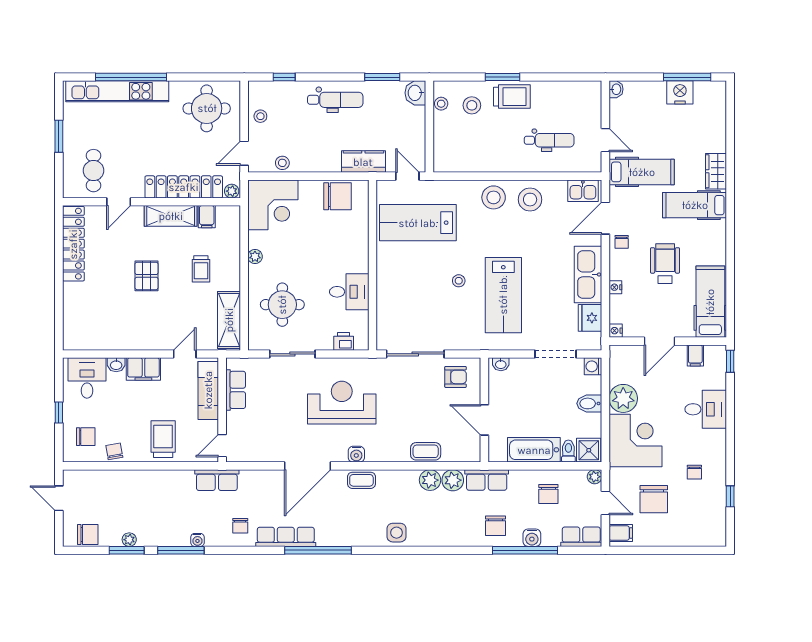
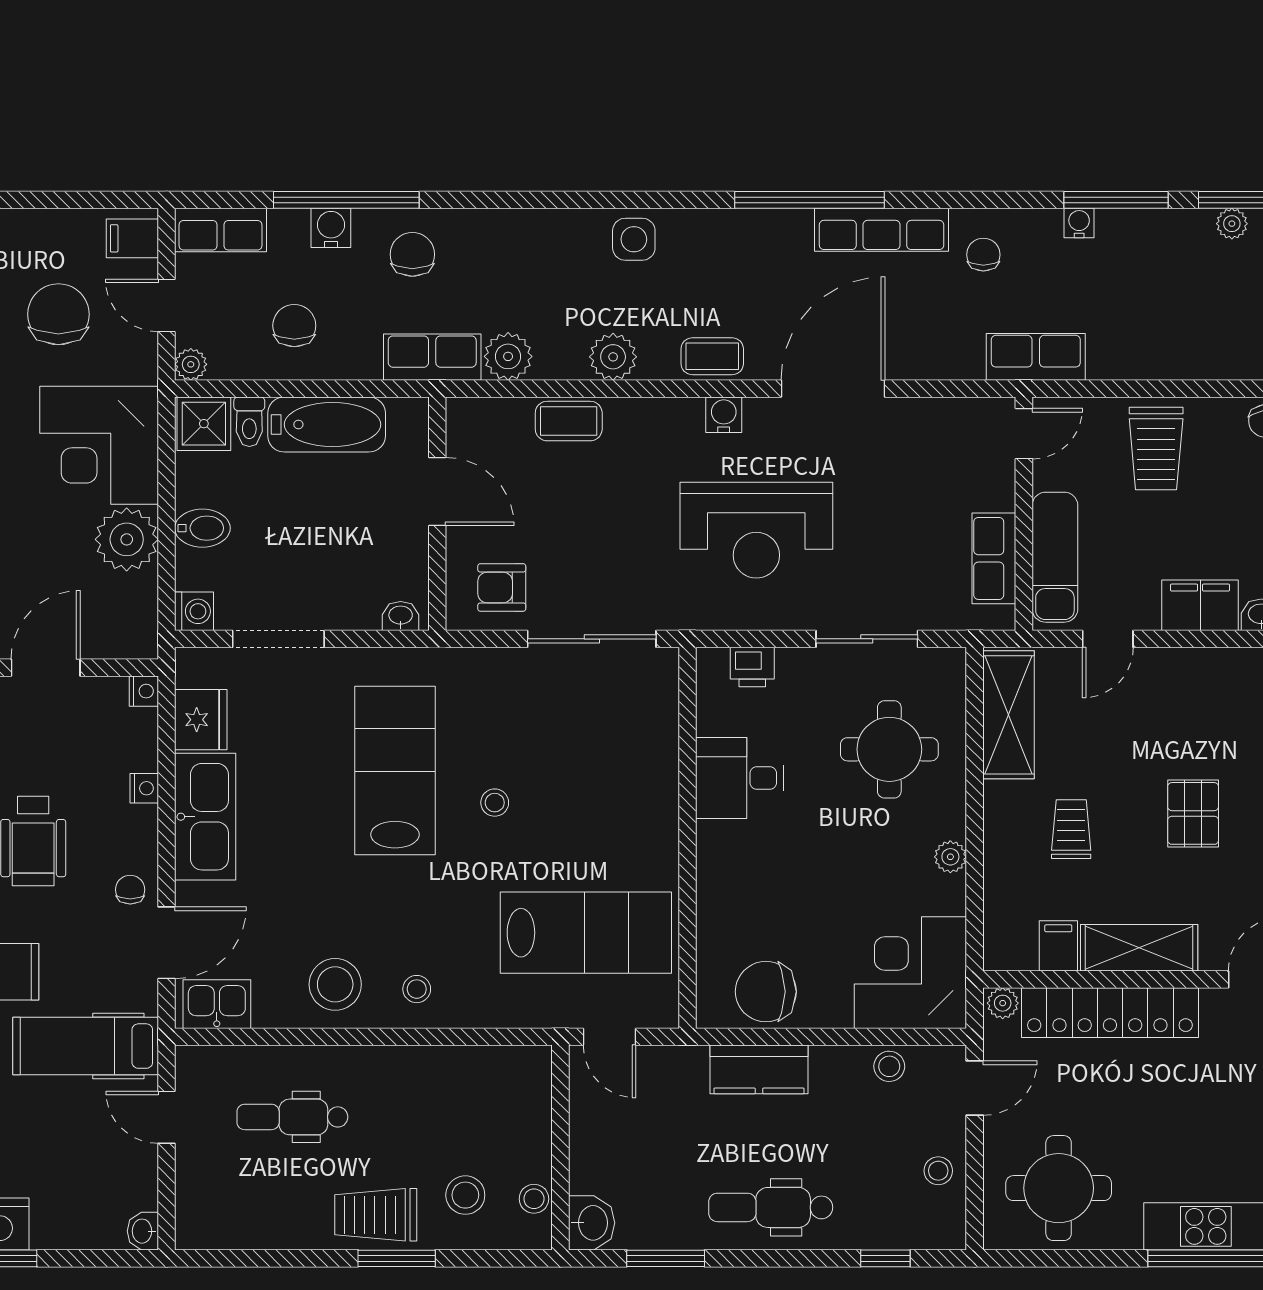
kitchen counter: (363, 162) -> (759, 1069), moved
stool: (494, 197) -> (417, 989), width x0.53, depth x0.53
plant: (430, 480) -> (613, 357), moved

